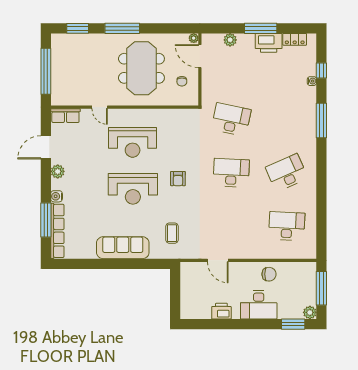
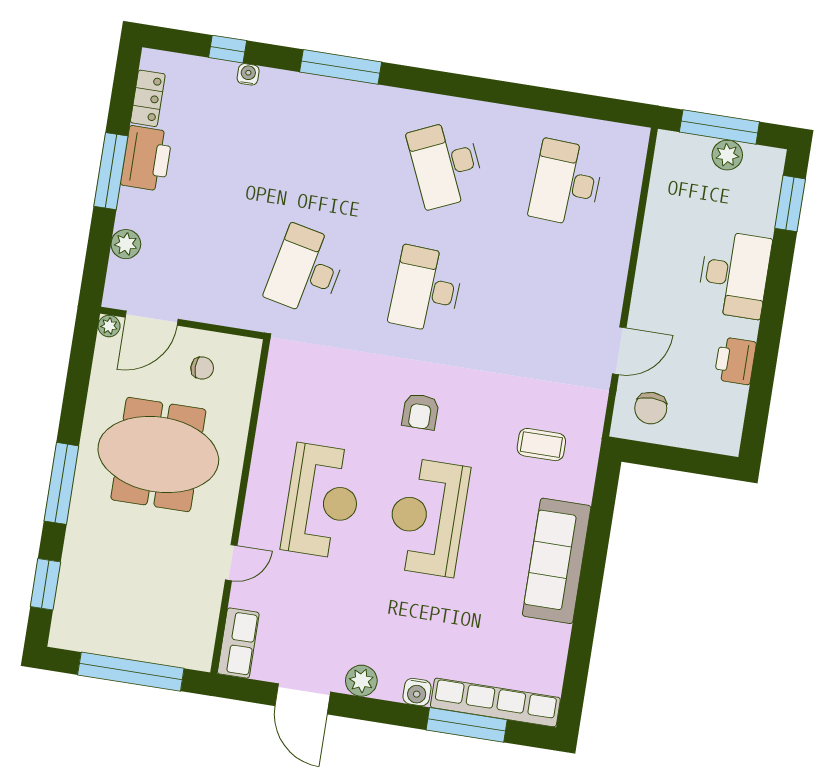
armchair: (178, 179) -> (420, 412), turned 90
reception desk: (133, 189) -> (427, 517), turned 180
chair: (269, 274) -> (651, 408), moved, turned 180
plant: (310, 312) -> (727, 155), moved

